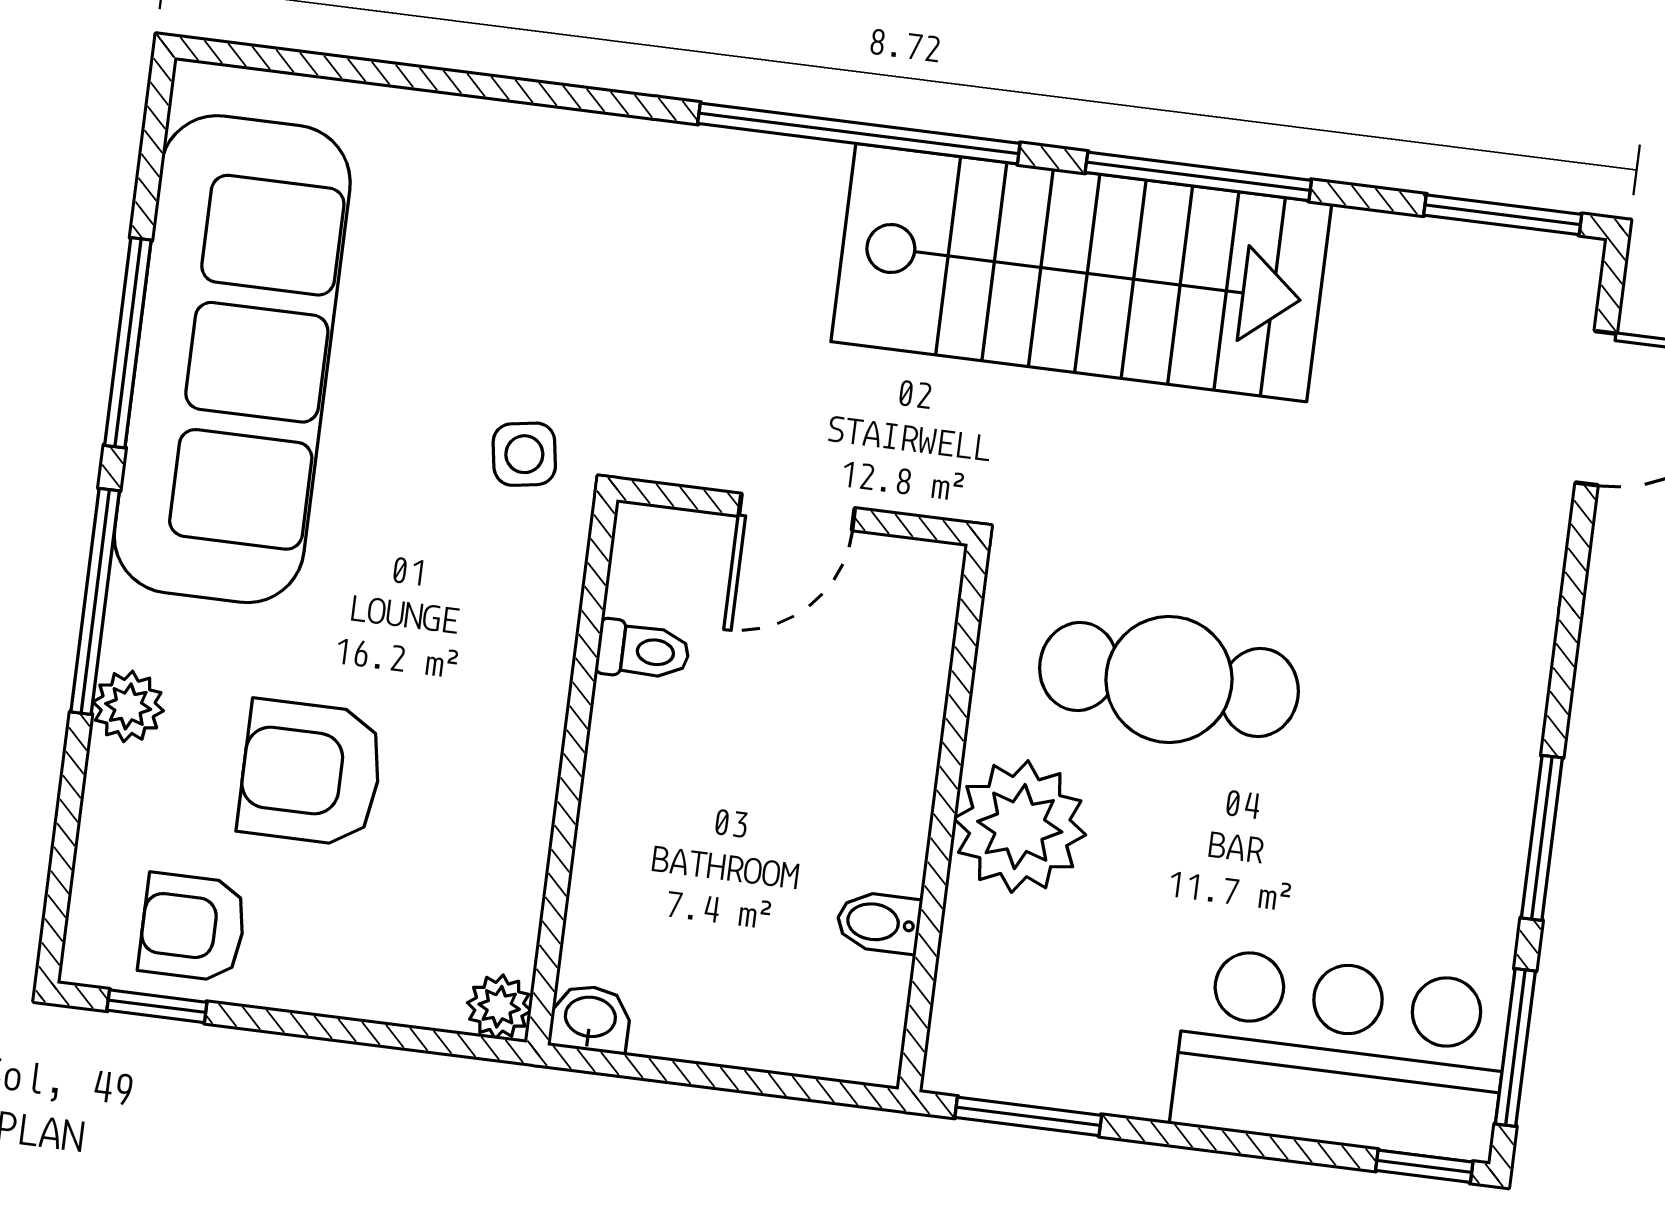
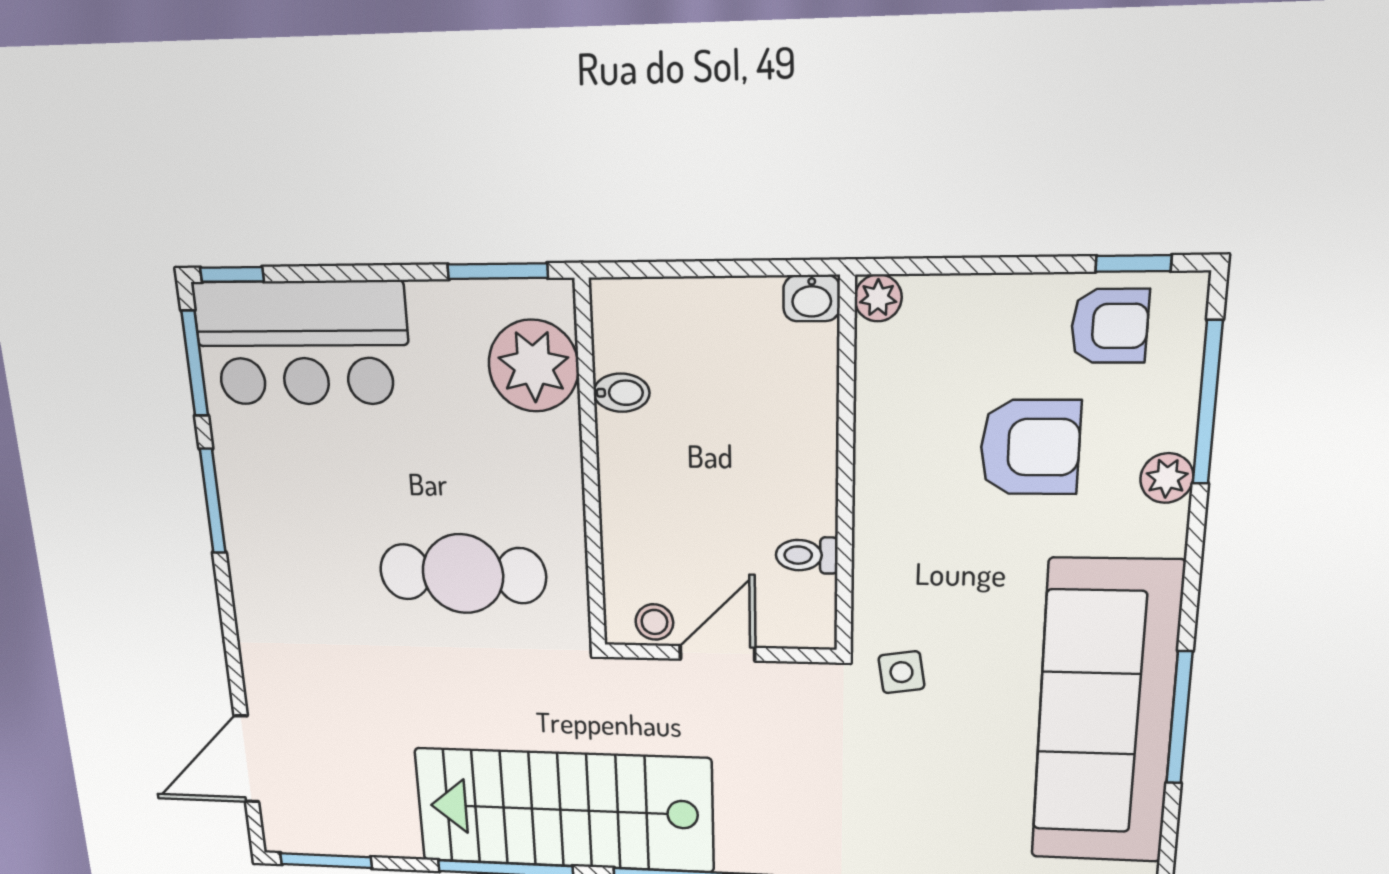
stool: (885, 572) -> (654, 622), added
window: (95, 601) -> (1208, 403), moved
plant: (1020, 827) -> (534, 366), moved

